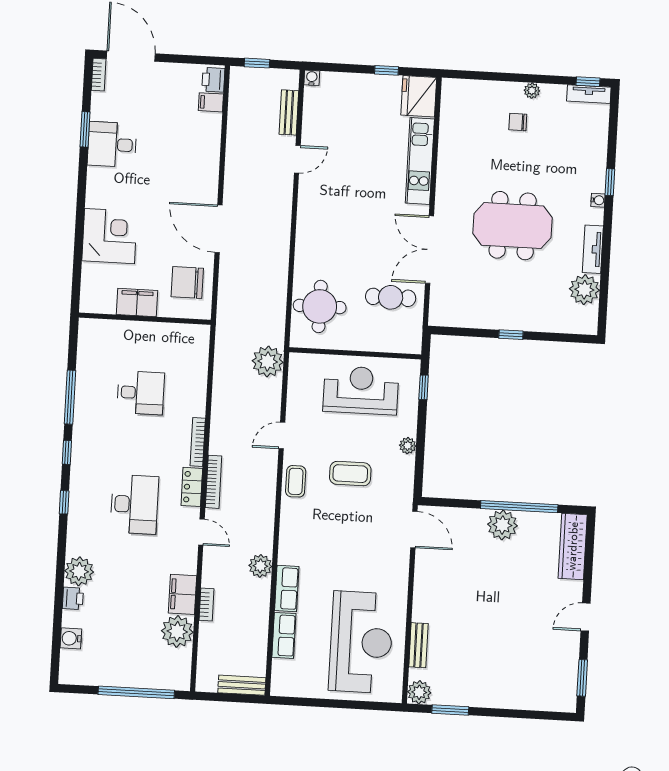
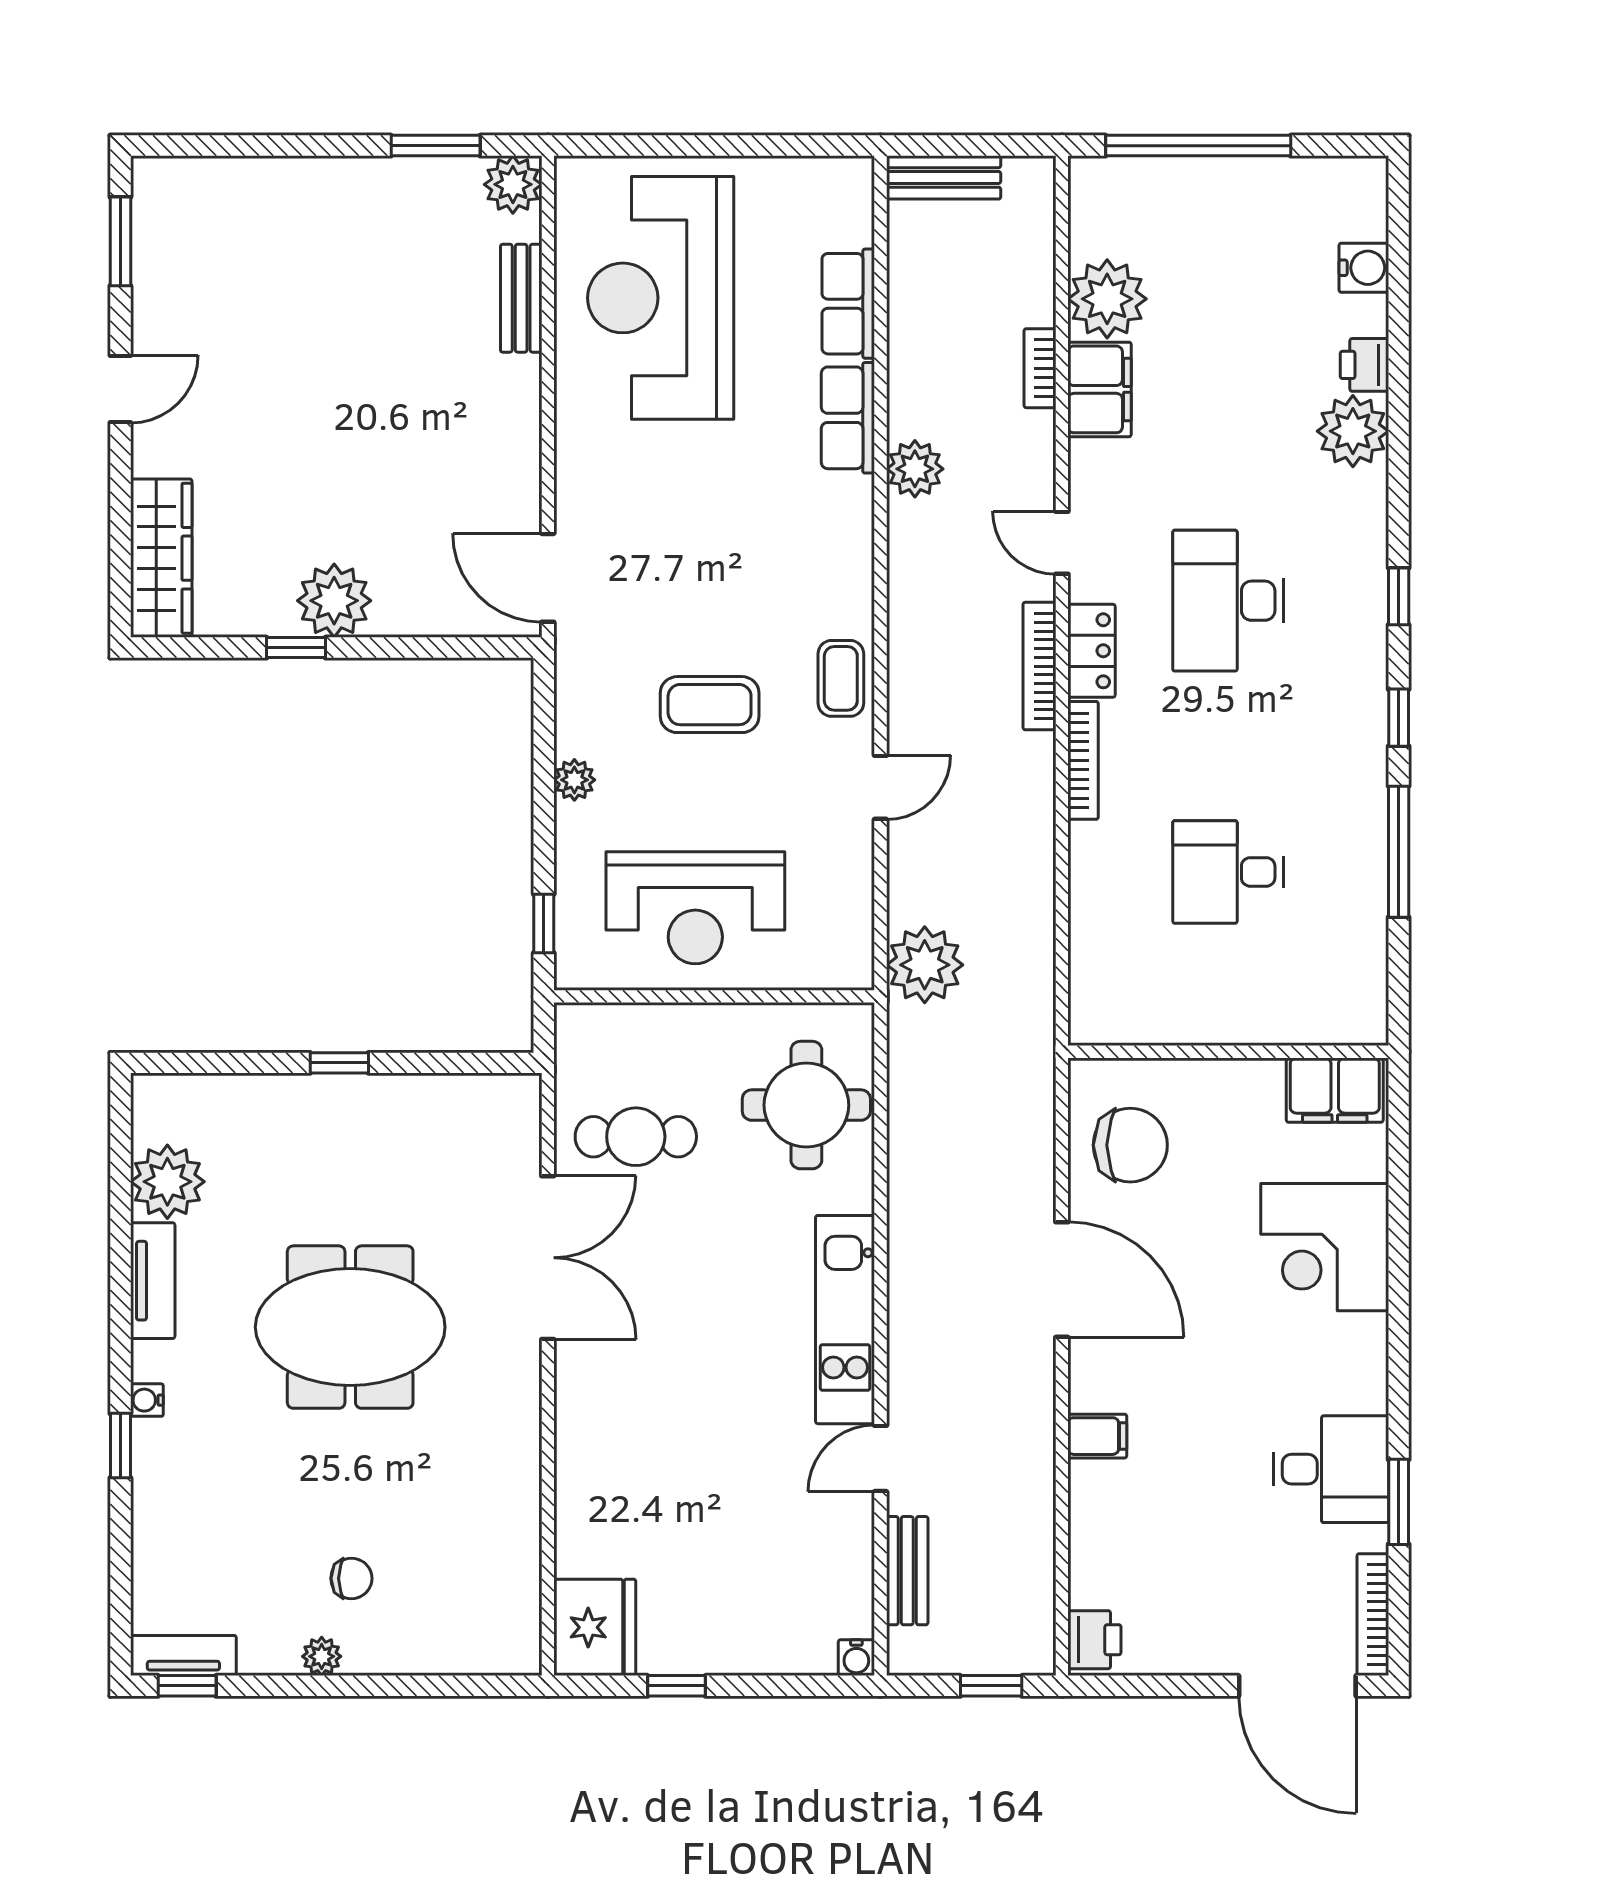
bookcase: (99, 75) -> (1373, 1615), width x1.56
filing cabinet: (211, 102) -> (1097, 1436), moved
kitchen unit: (420, 161) -> (845, 1320), moved, turned 180
filing cabinet: (137, 302) -> (1335, 1090), moved
window: (519, 507) -> (296, 648), width x0.32

